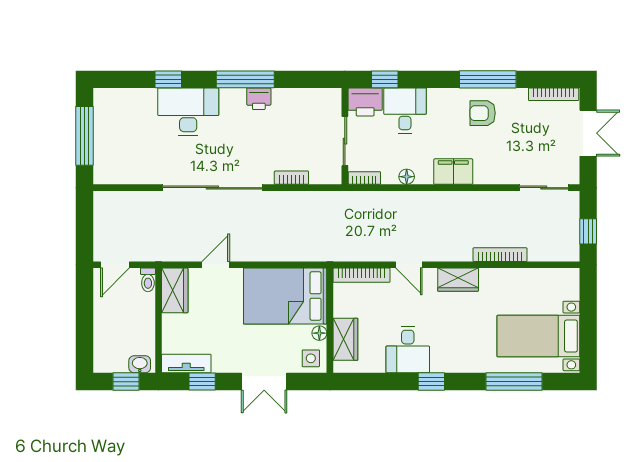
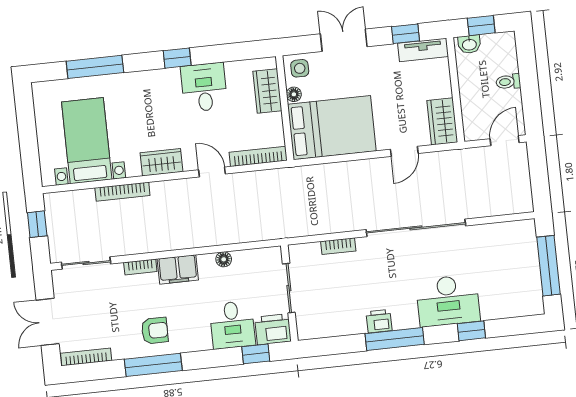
bookcase: (364, 178) -> (140, 267), moved
toilet: (148, 280) -> (508, 82), moved, turned -90
bed with nightstands: (538, 336) -> (87, 141), moved, turned -90

